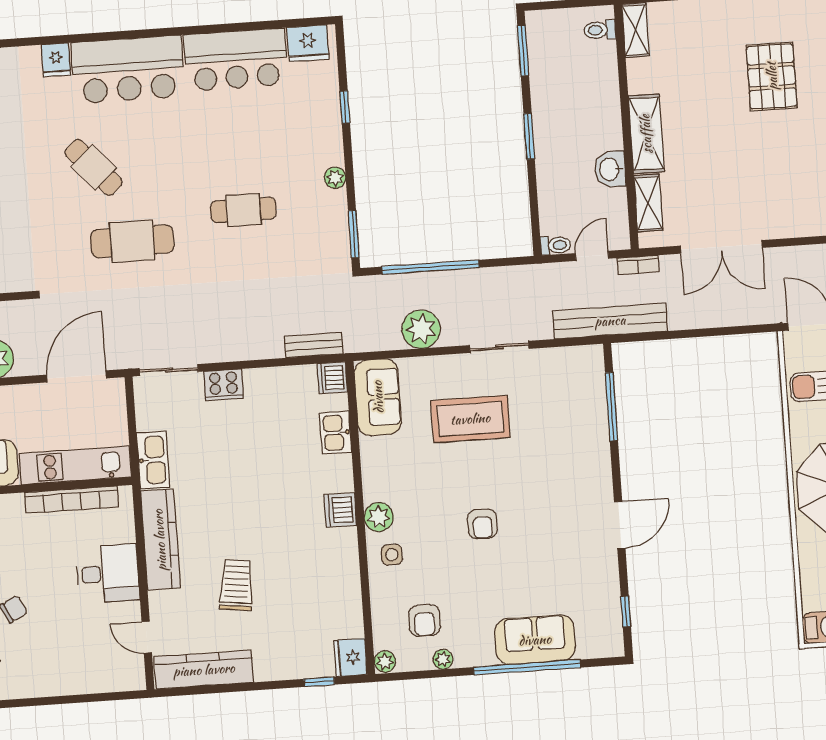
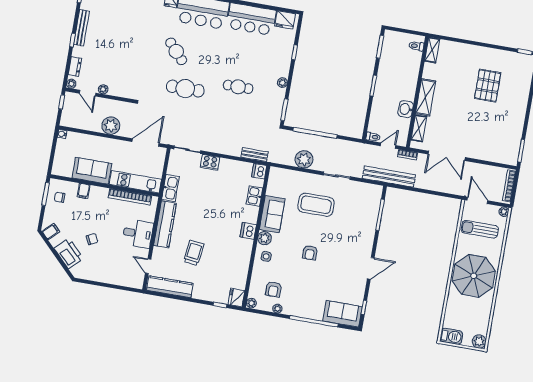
sofa: (378, 397) -> (272, 214), moved
sofa: (535, 640) -> (342, 314), moved

